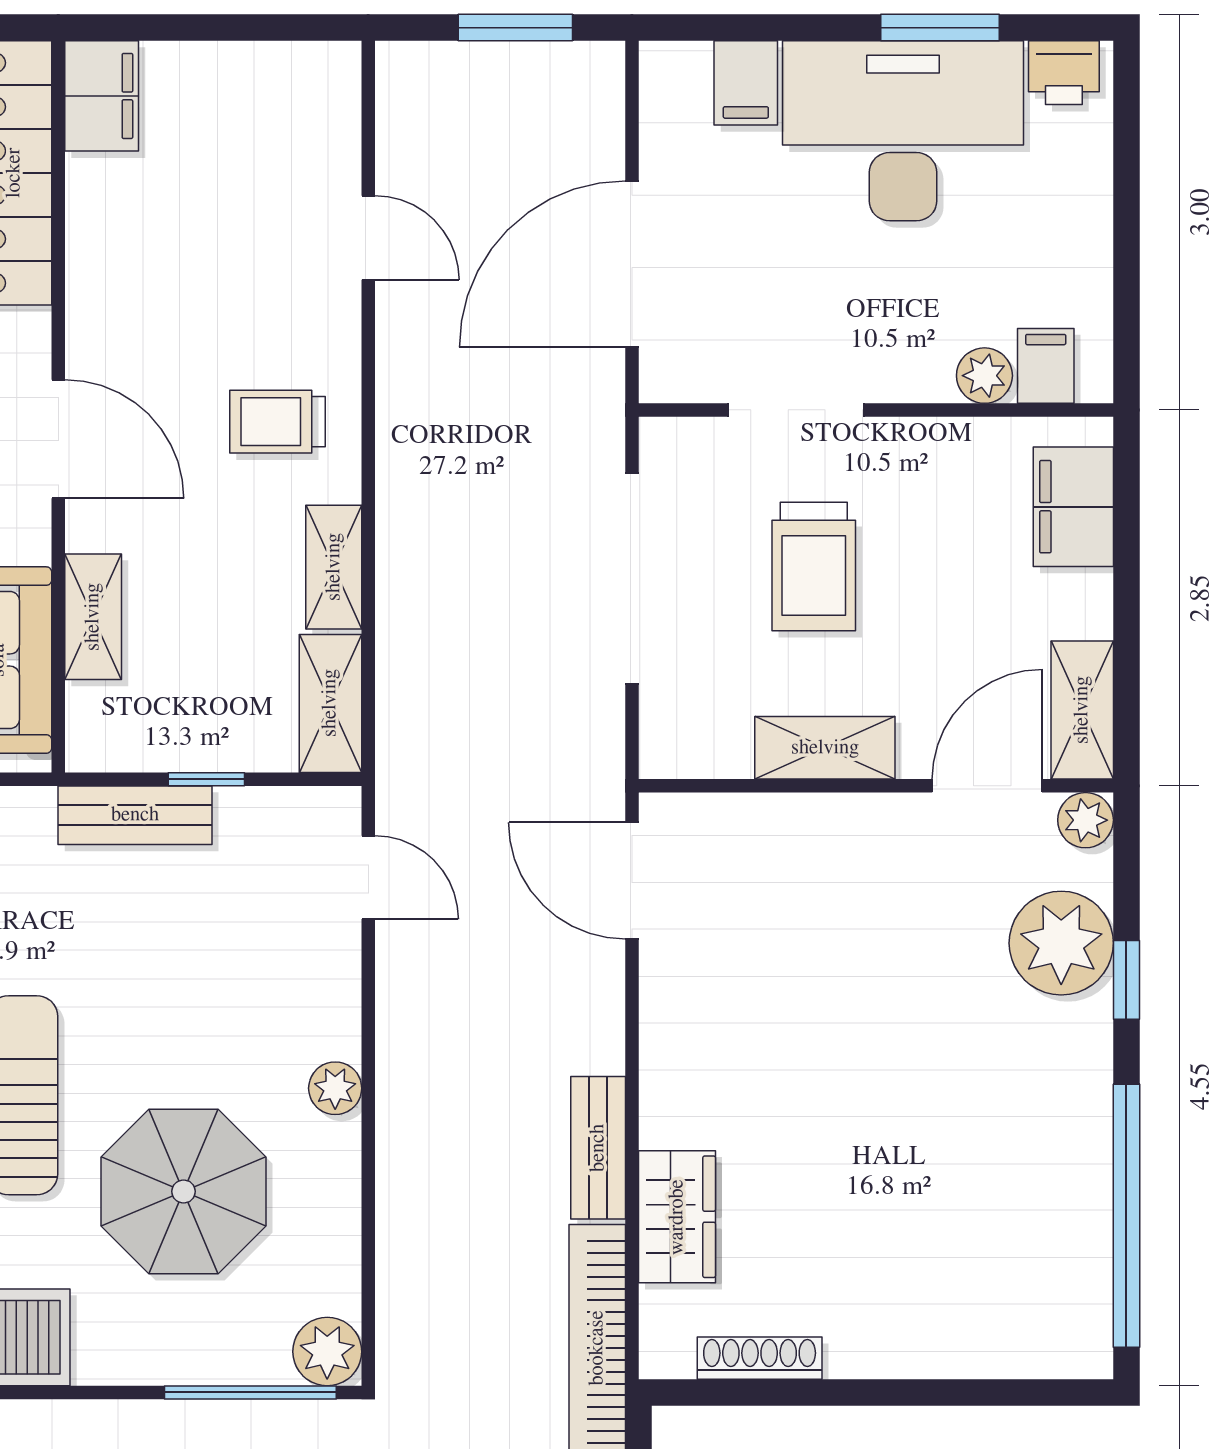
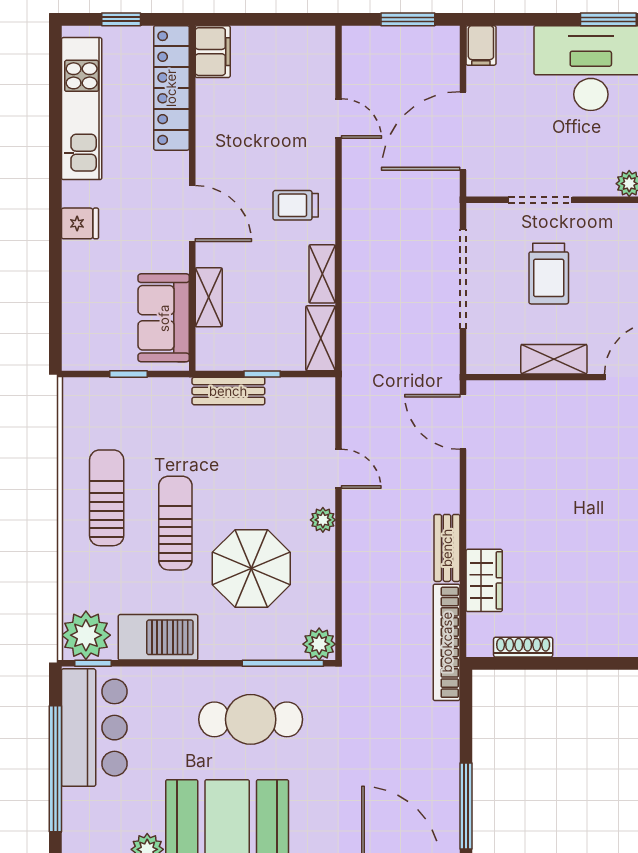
filing cabinet: (746, 83) -> (481, 45), moved
door: (368, 877) -> (338, 469), moved

